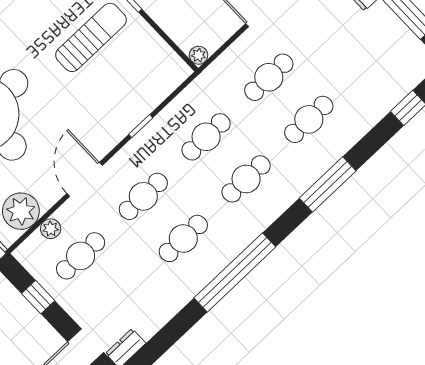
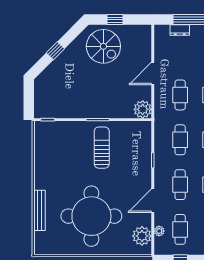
plant: (199, 55) -> (143, 109), width x1.87, depth x1.87
door: (85, 179) -> (153, 201), hinge flipped

